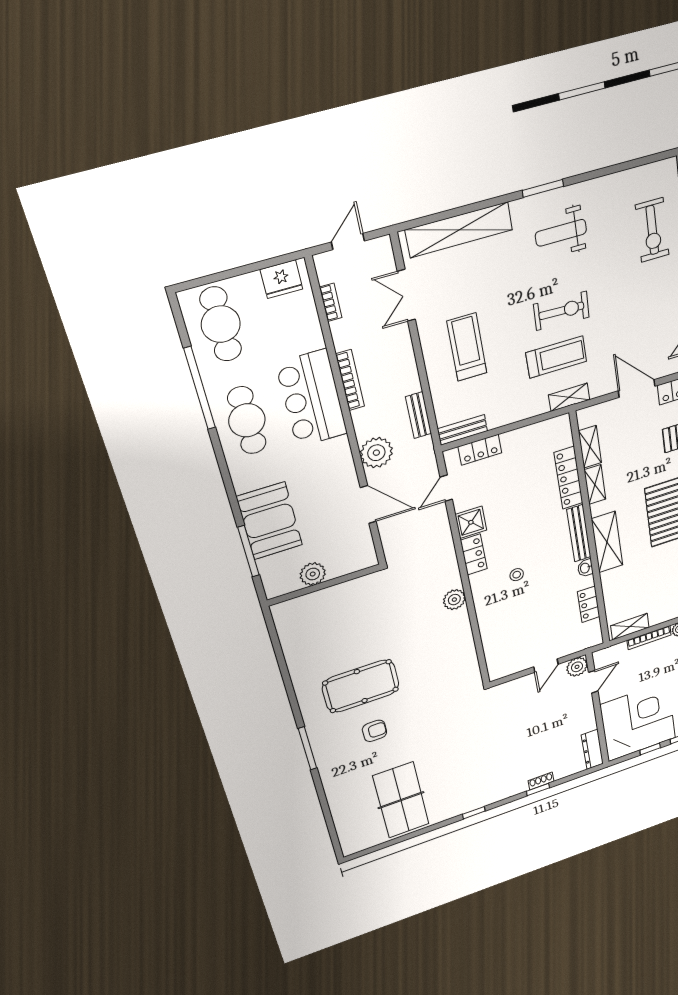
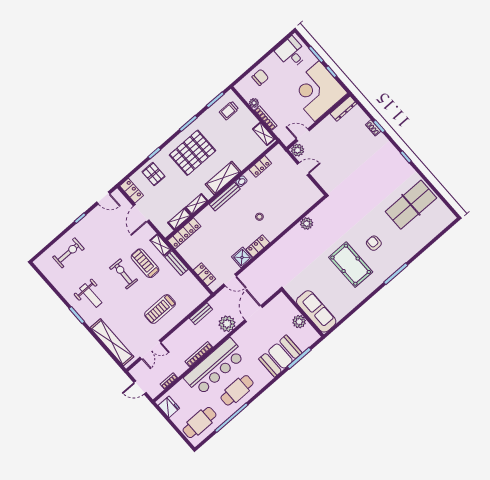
bar counter: (312, 399) -> (215, 367), width x1.36
bench: (462, 430) -> (176, 263), moved
locker: (568, 478) -> (184, 233), moved
plant: (454, 600) -> (307, 224), moved
sofa: (315, 607) -> (316, 311), added

